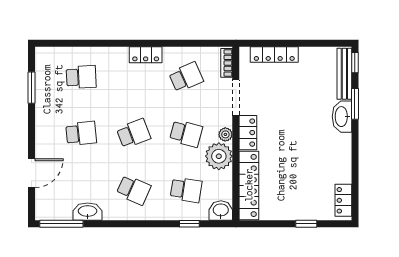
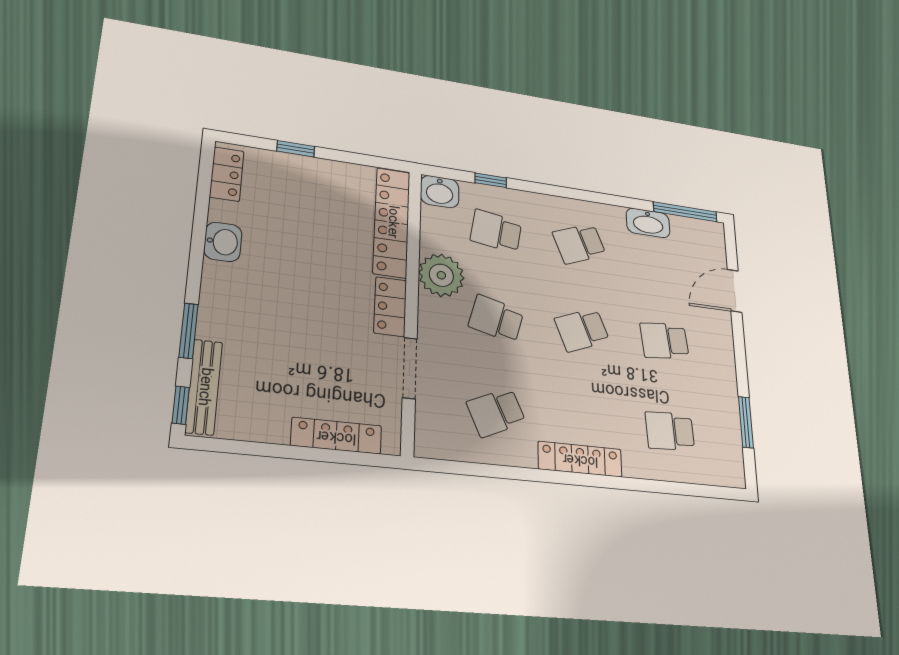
locker: (146, 55) -> (580, 459), width x1.53
bookcase: (227, 63) -> (425, 429), removed
washbasin: (342, 117) -> (223, 242), moved, width x0.72
plant: (225, 134) -> (429, 309), removed
school desk: (134, 190) -> (579, 244), turned -45

